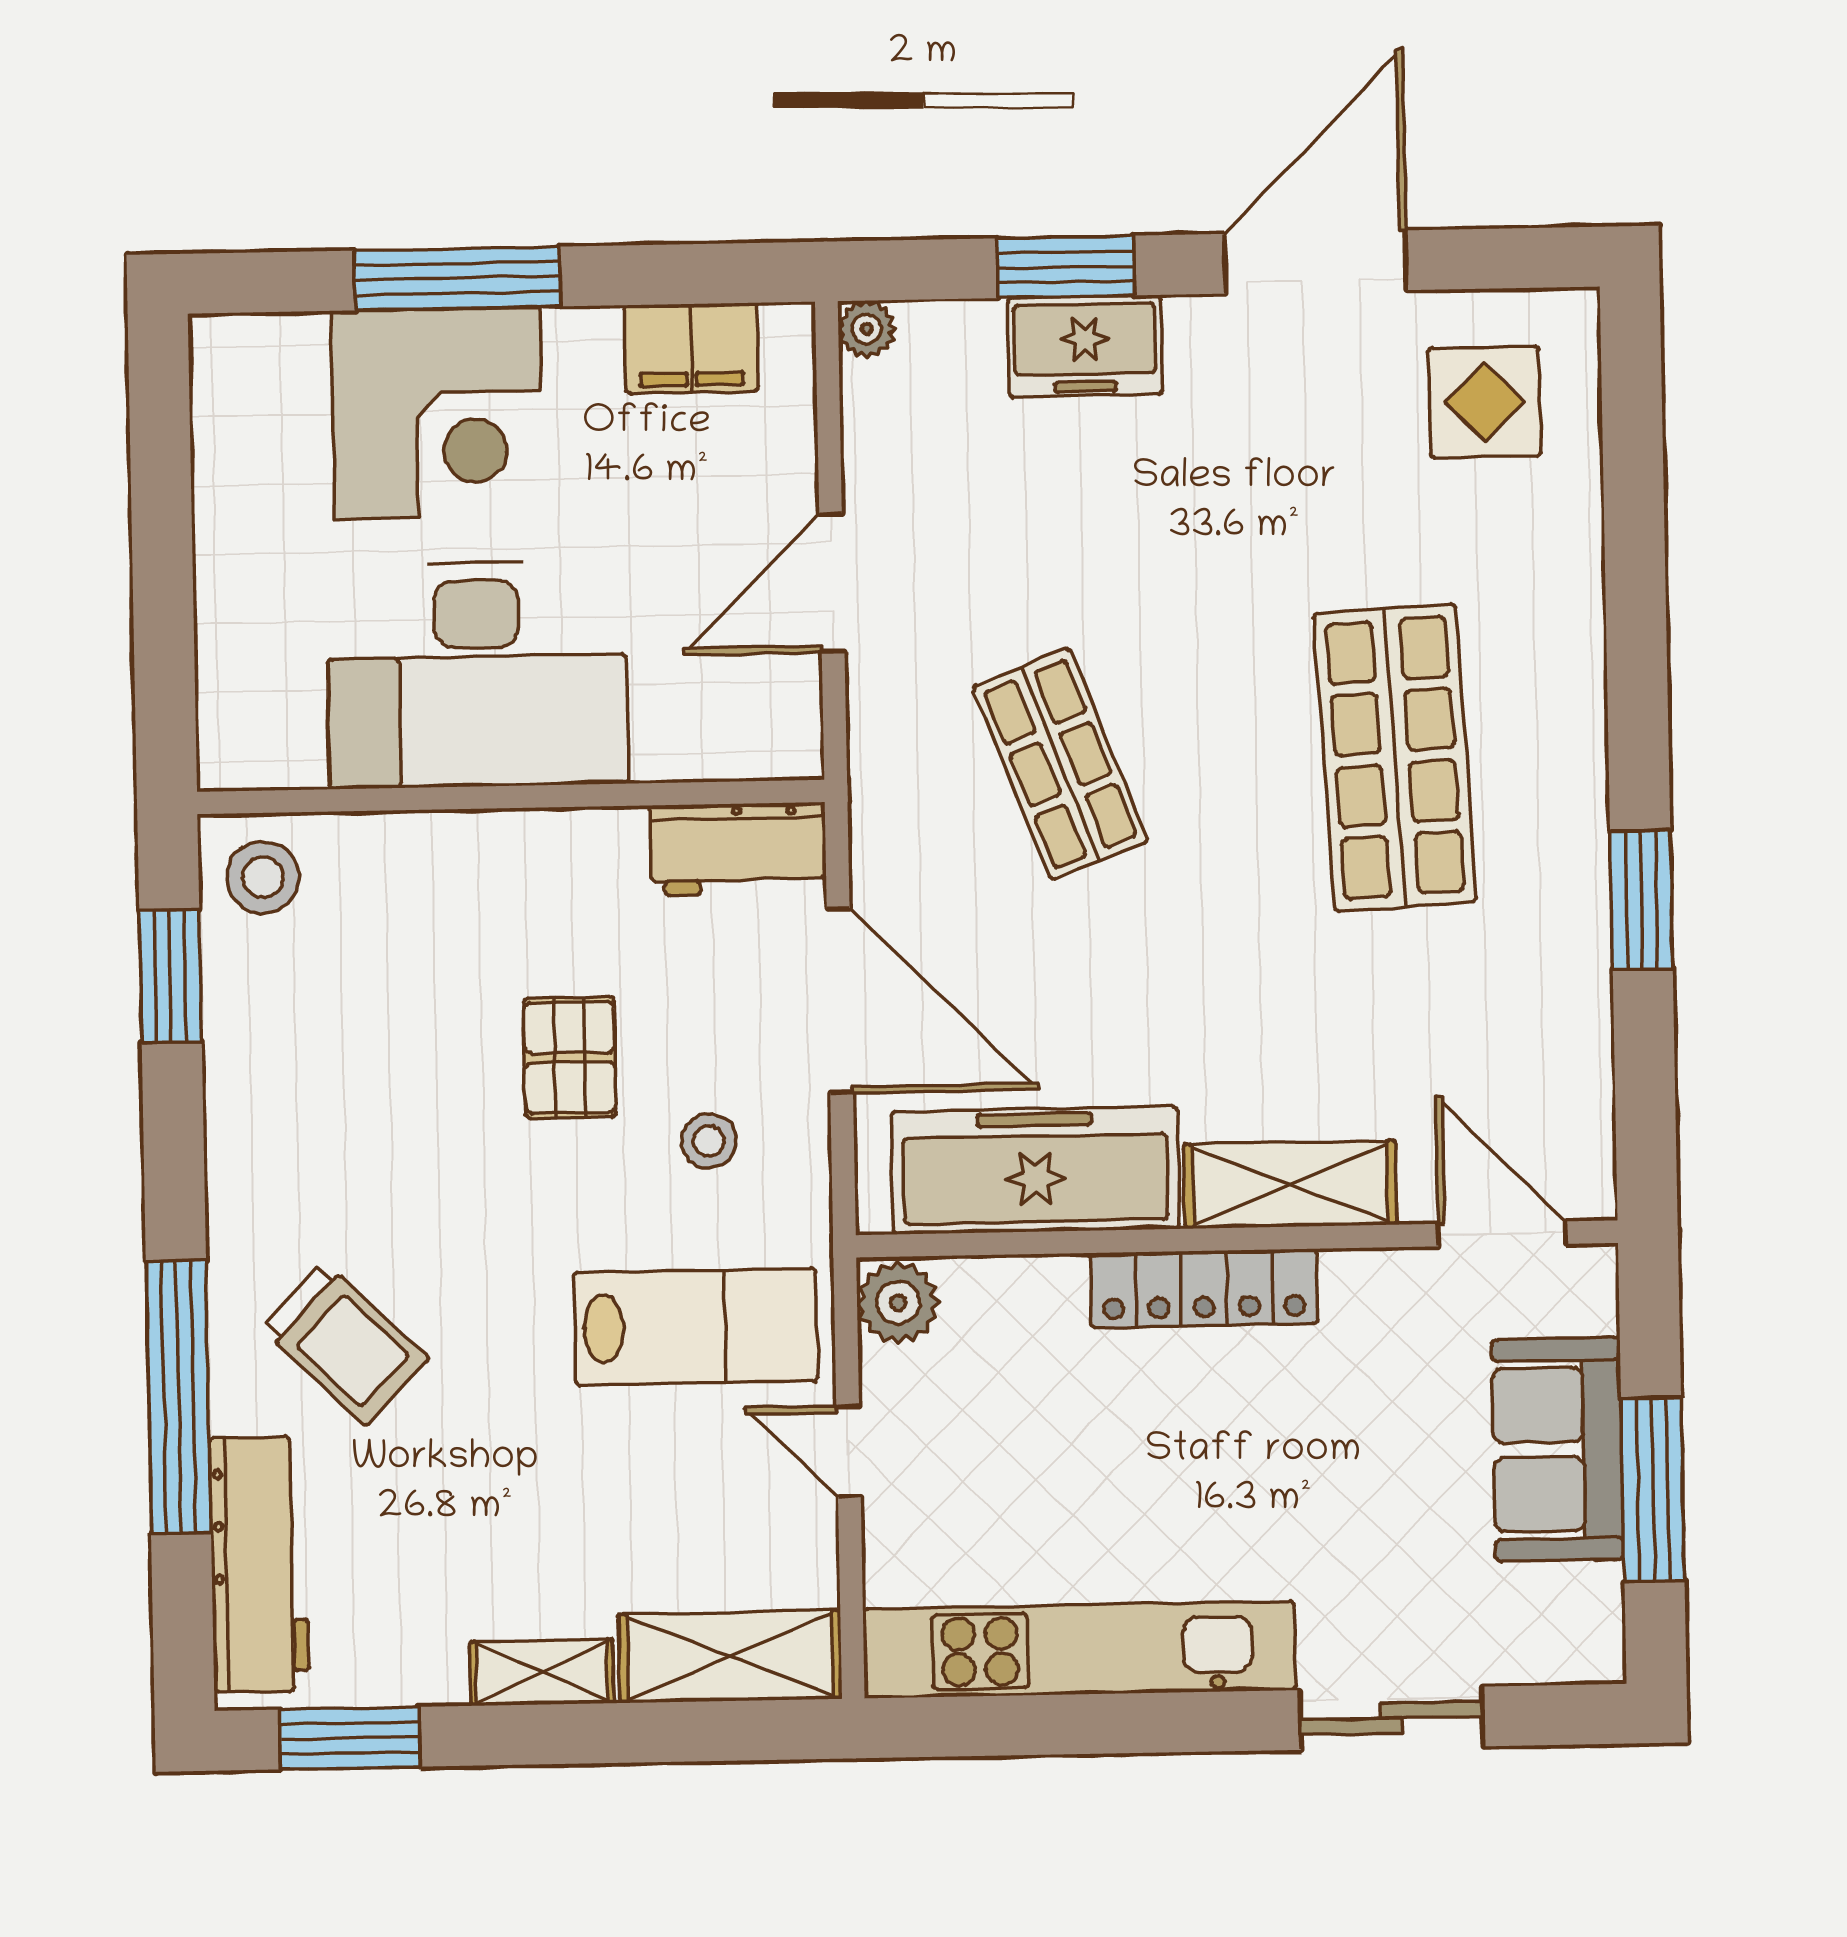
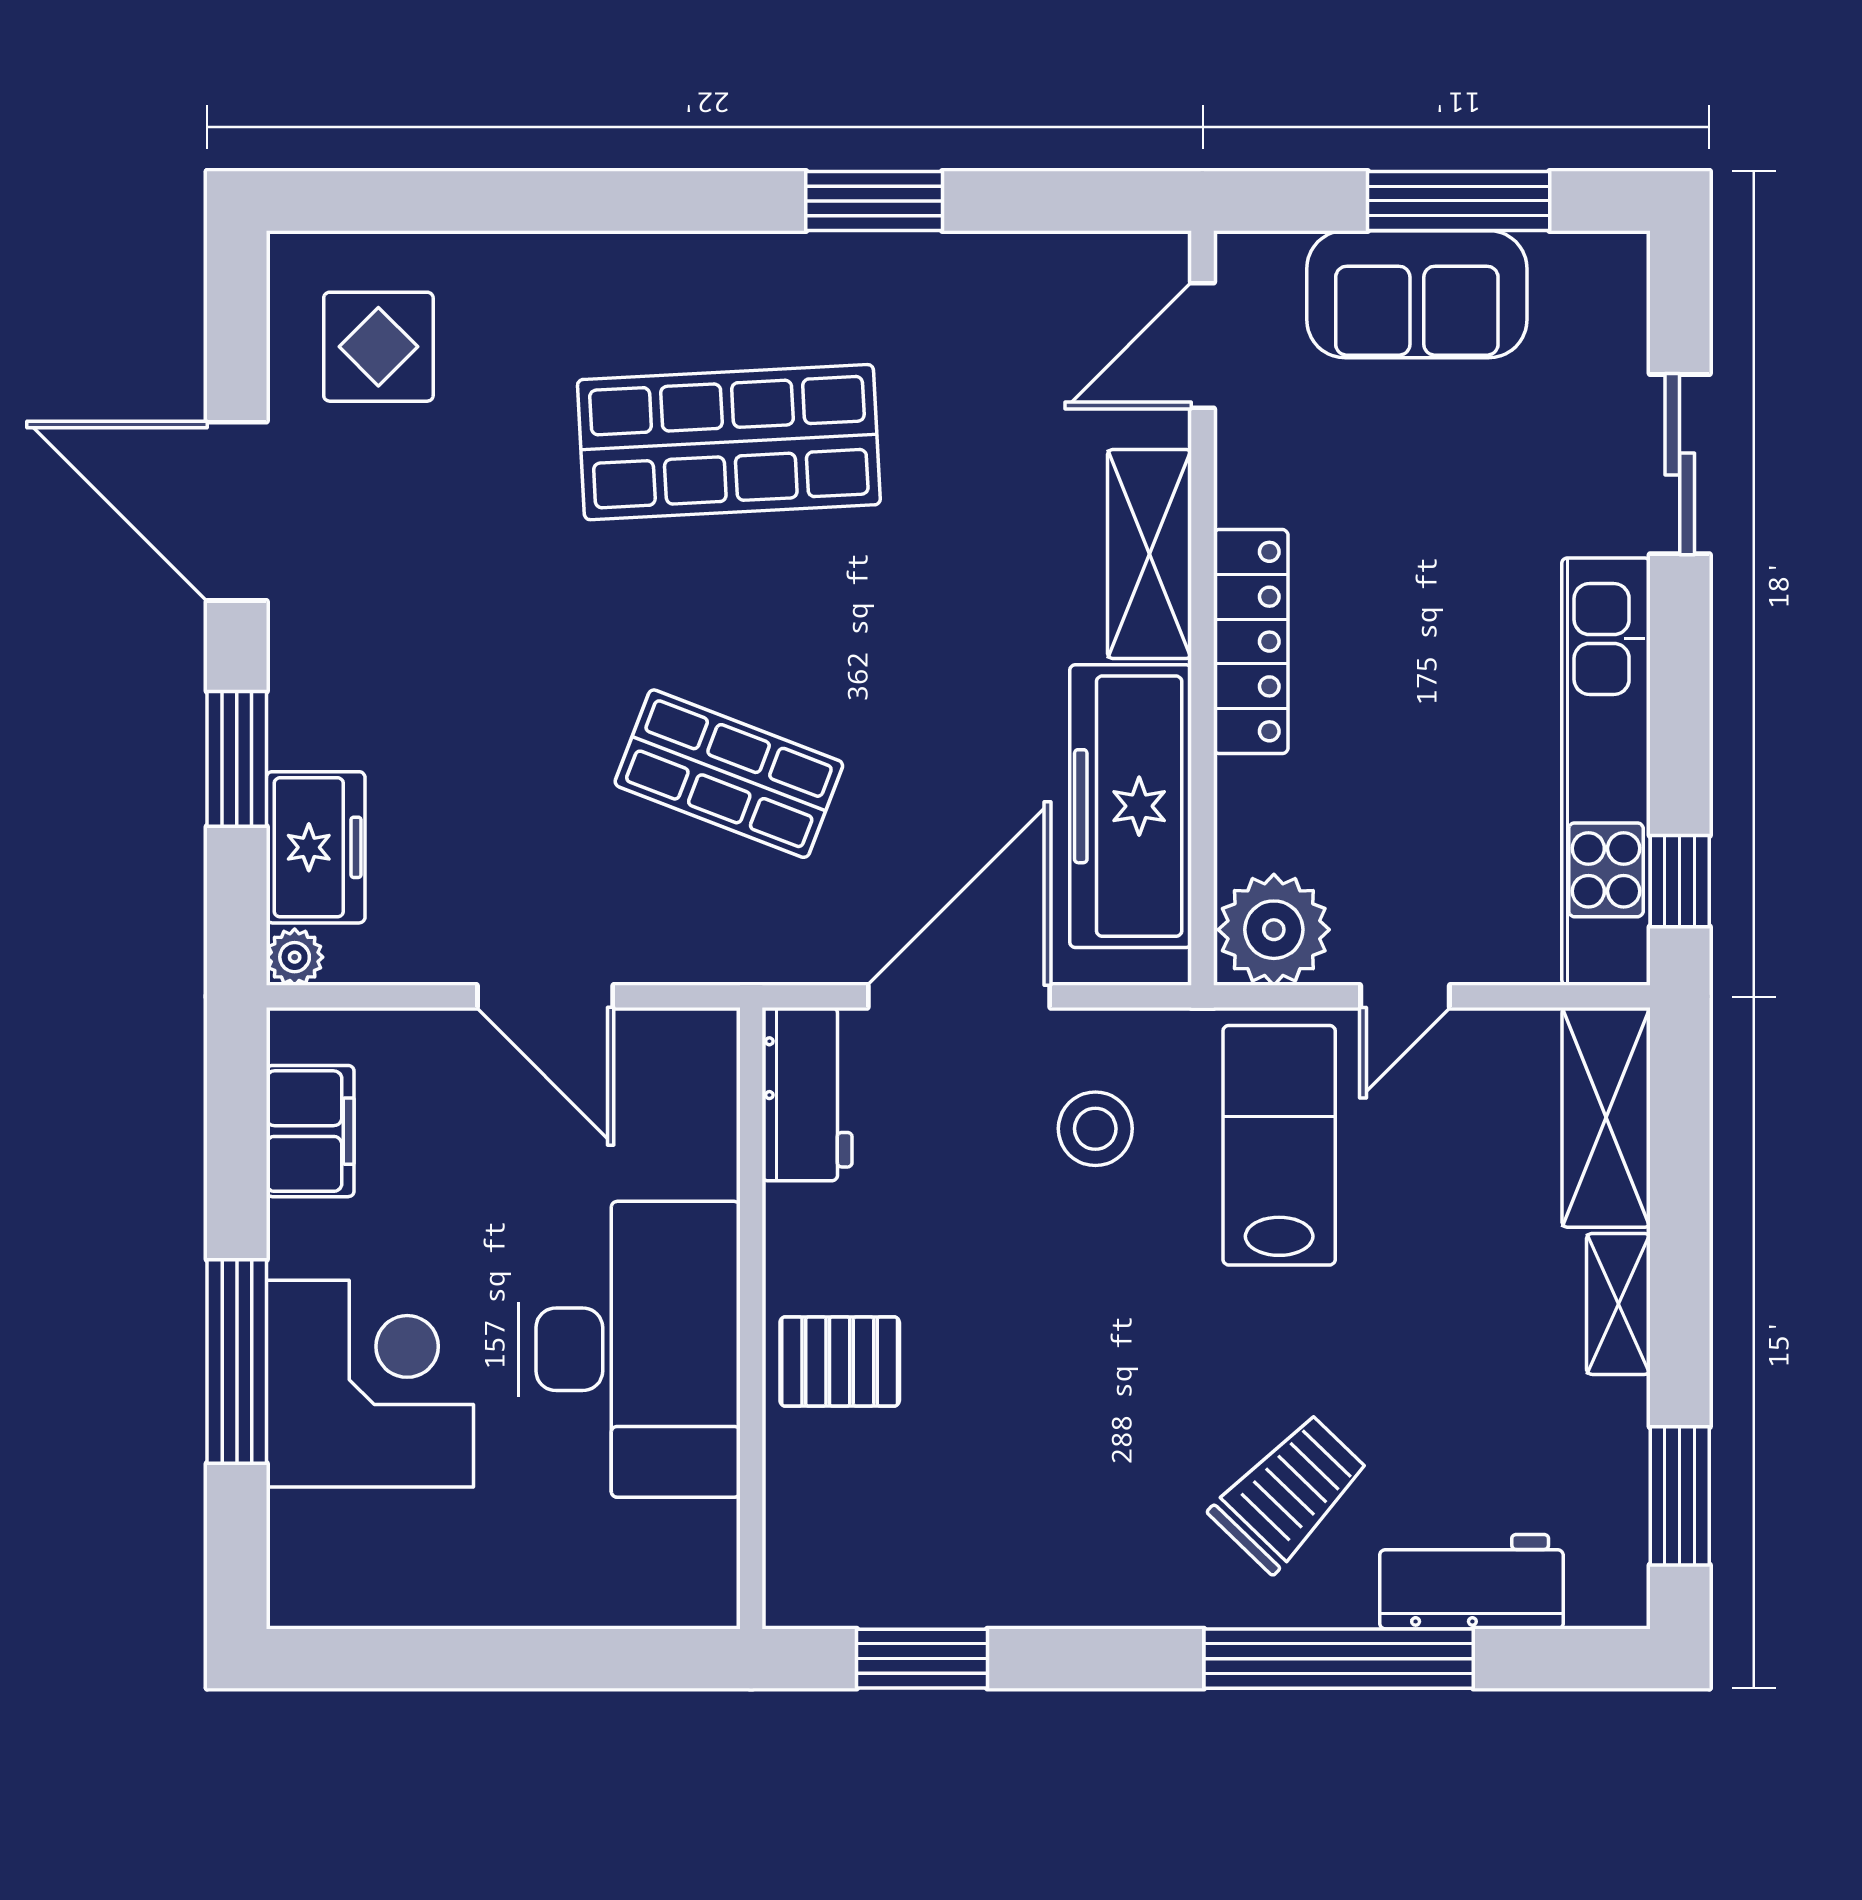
freezer: (1085, 346) -> (316, 847), moved
shop shelf: (1060, 764) -> (729, 774), turned 42
stool: (263, 877) -> (826, 1565), removed
pallet: (570, 1057) -> (840, 1361), moved
stool: (709, 1141) -> (1095, 1129), width x1.37, depth x1.37
plant: (898, 1303) -> (1274, 930), width x1.36, depth x1.36
workbench: (259, 1564) -> (1471, 1582), width x0.73
window: (970, 1726) -> (1680, 881), added

